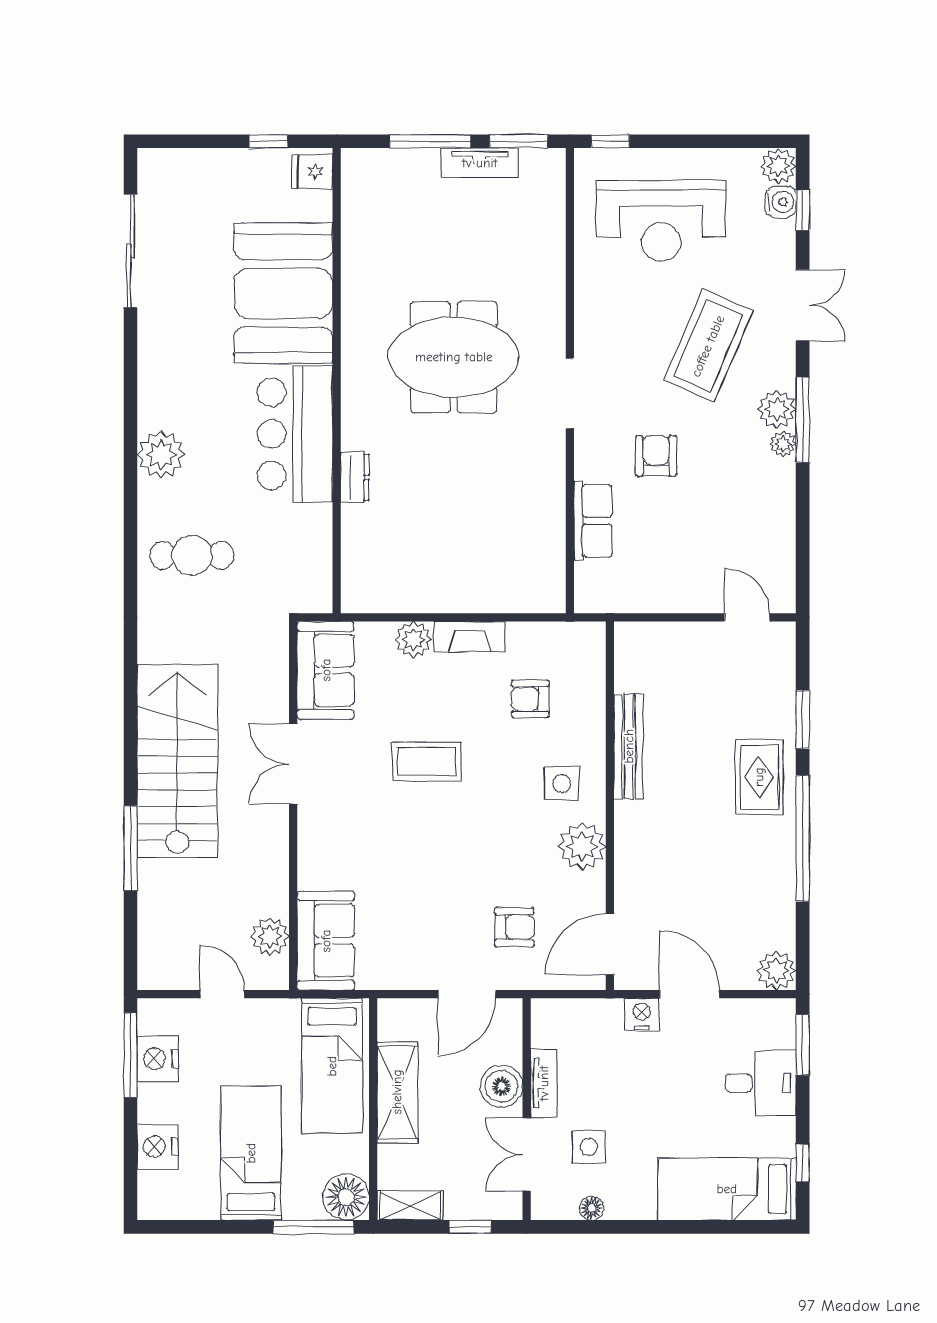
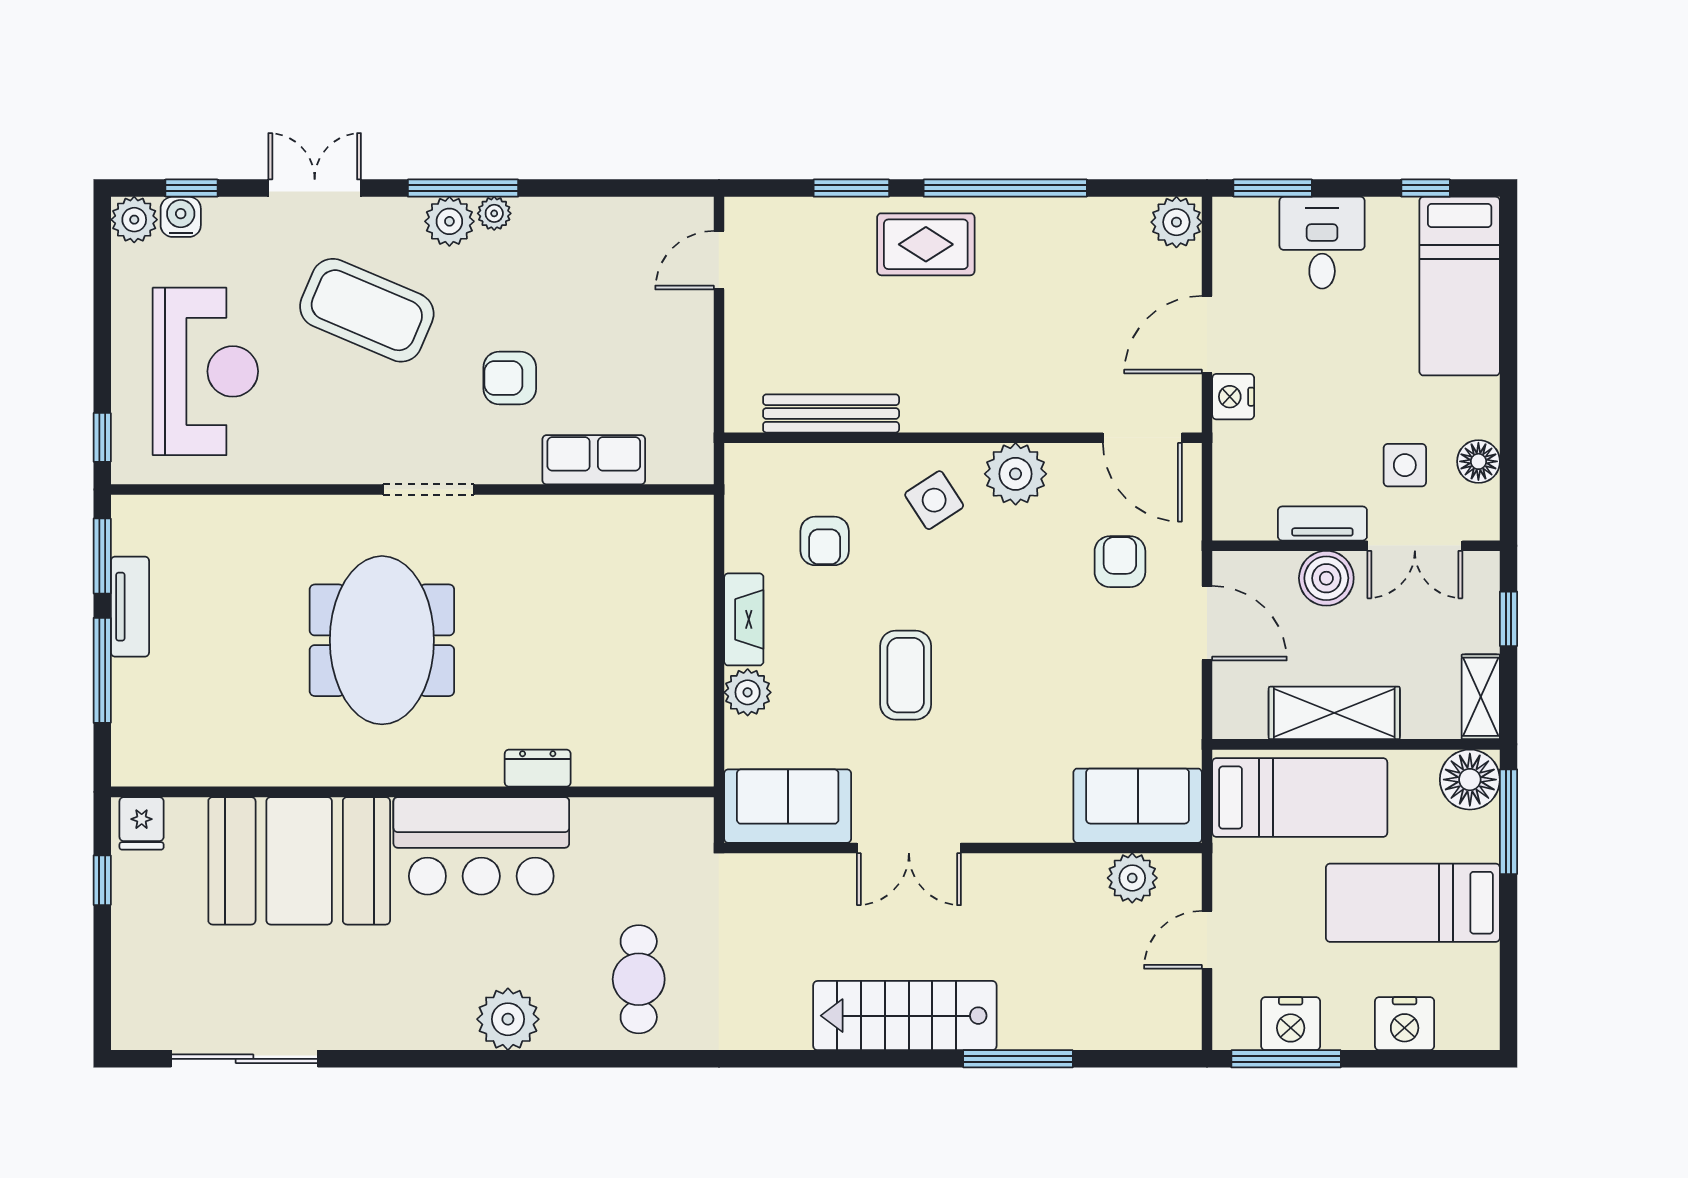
bench: (629, 746) -> (831, 413), moved
stairs: (177, 761) -> (905, 1016), width x0.73, depth x0.66
side table: (562, 784) -> (934, 500), turned -33
floor lamp: (592, 1208) -> (1478, 461), width x1.37, depth x1.37

